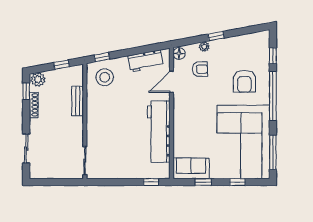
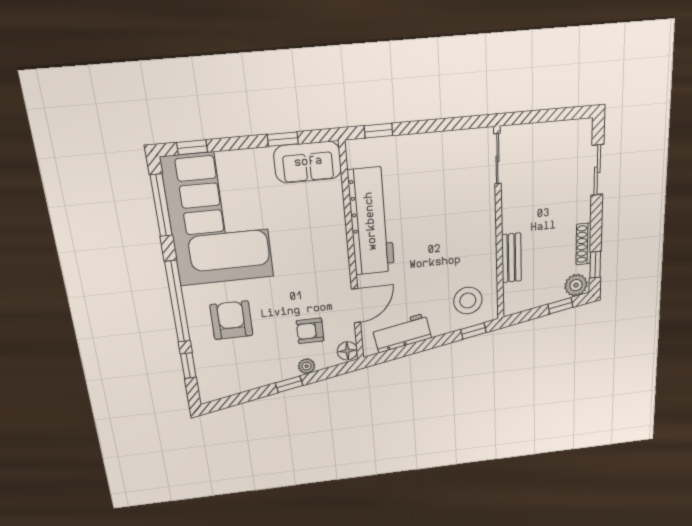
window: (62, 65) -> (560, 306), moved
window: (237, 182) -> (192, 147), moved

